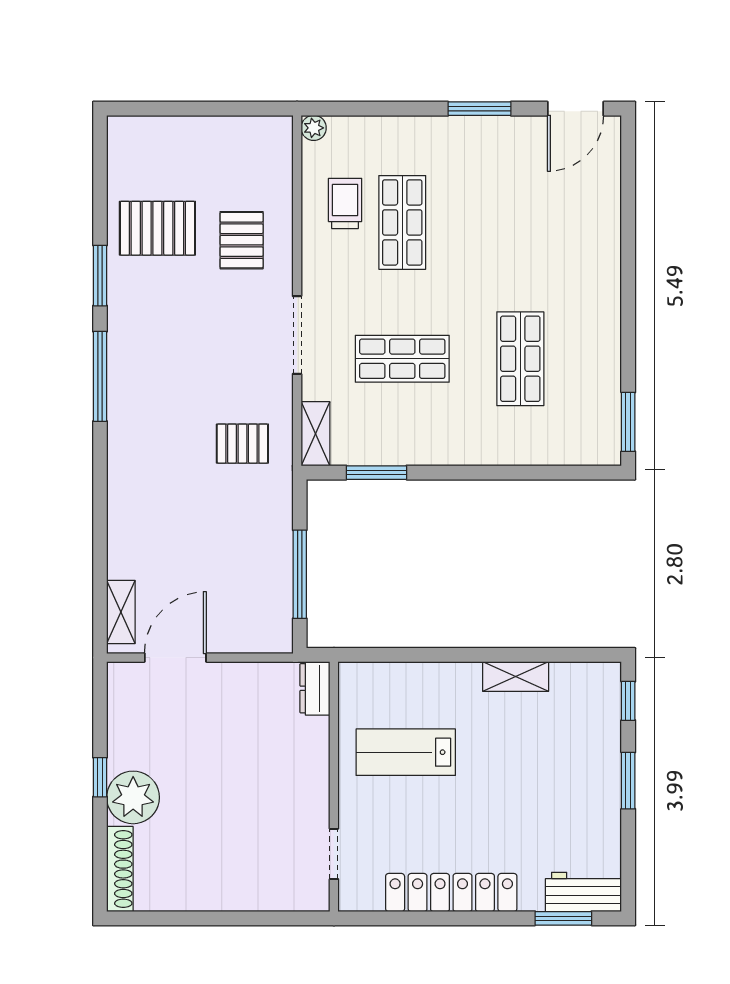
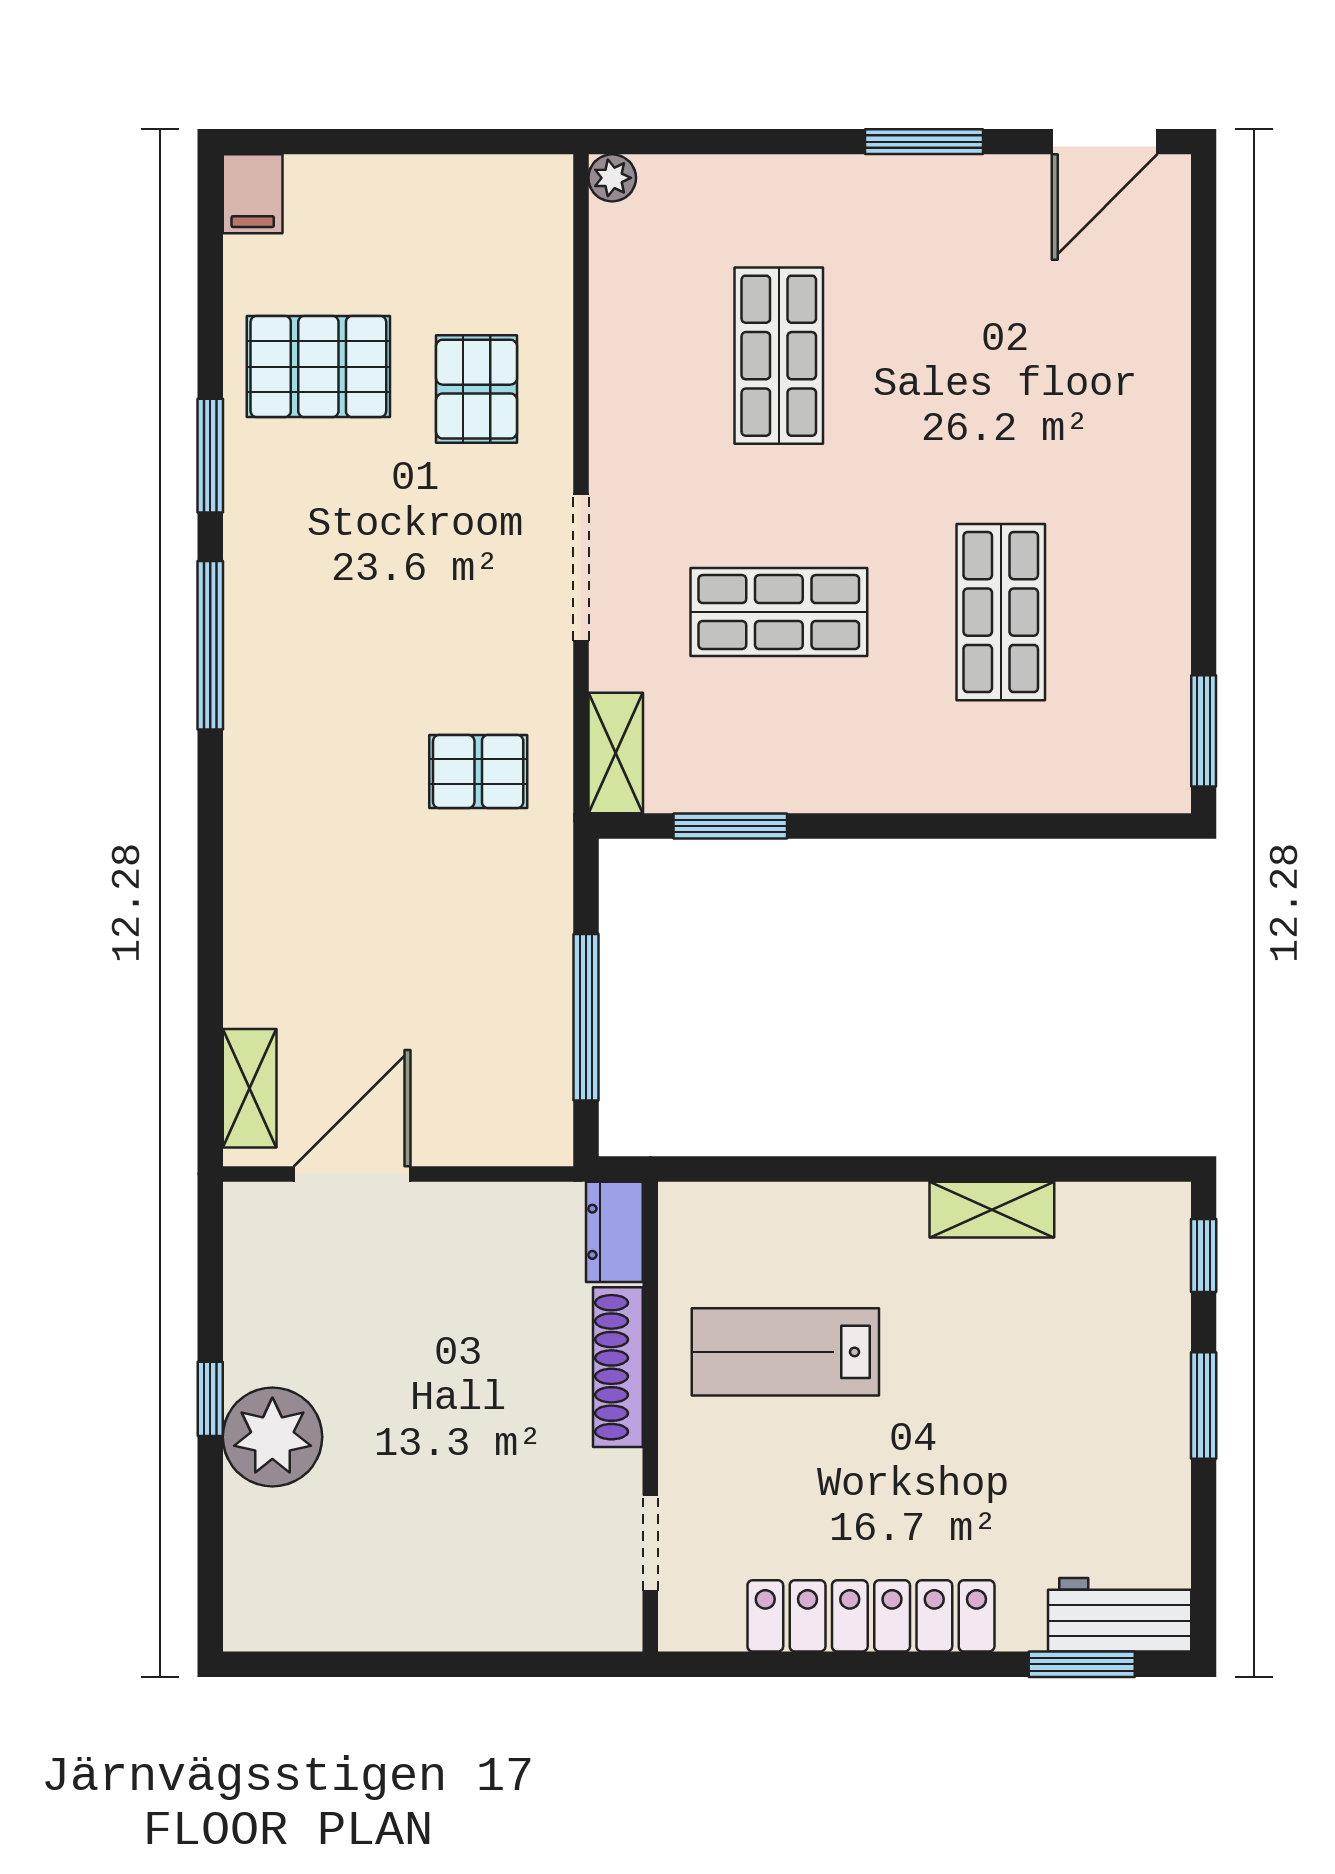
filing cabinet: (122, 136) -> (253, 194), added
trolley: (345, 203) -> (671, 320), removed
shoe rack: (120, 869) -> (618, 1367), moved, turned 180

